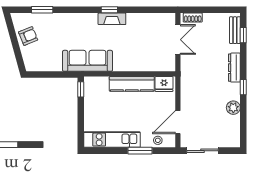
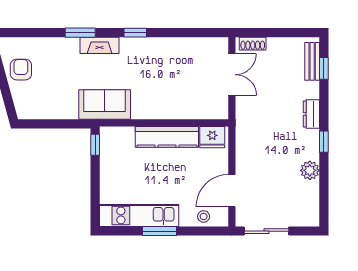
window: (42, 10) -> (80, 33), moved
fireplace: (112, 19) -> (100, 45), moved
armchair: (28, 36) -> (21, 70), turned -68
sofa: (88, 61) -> (105, 104), width x0.73
dresser: (234, 68) -> (311, 114), width x0.70
window: (140, 151) -> (160, 231), moved

